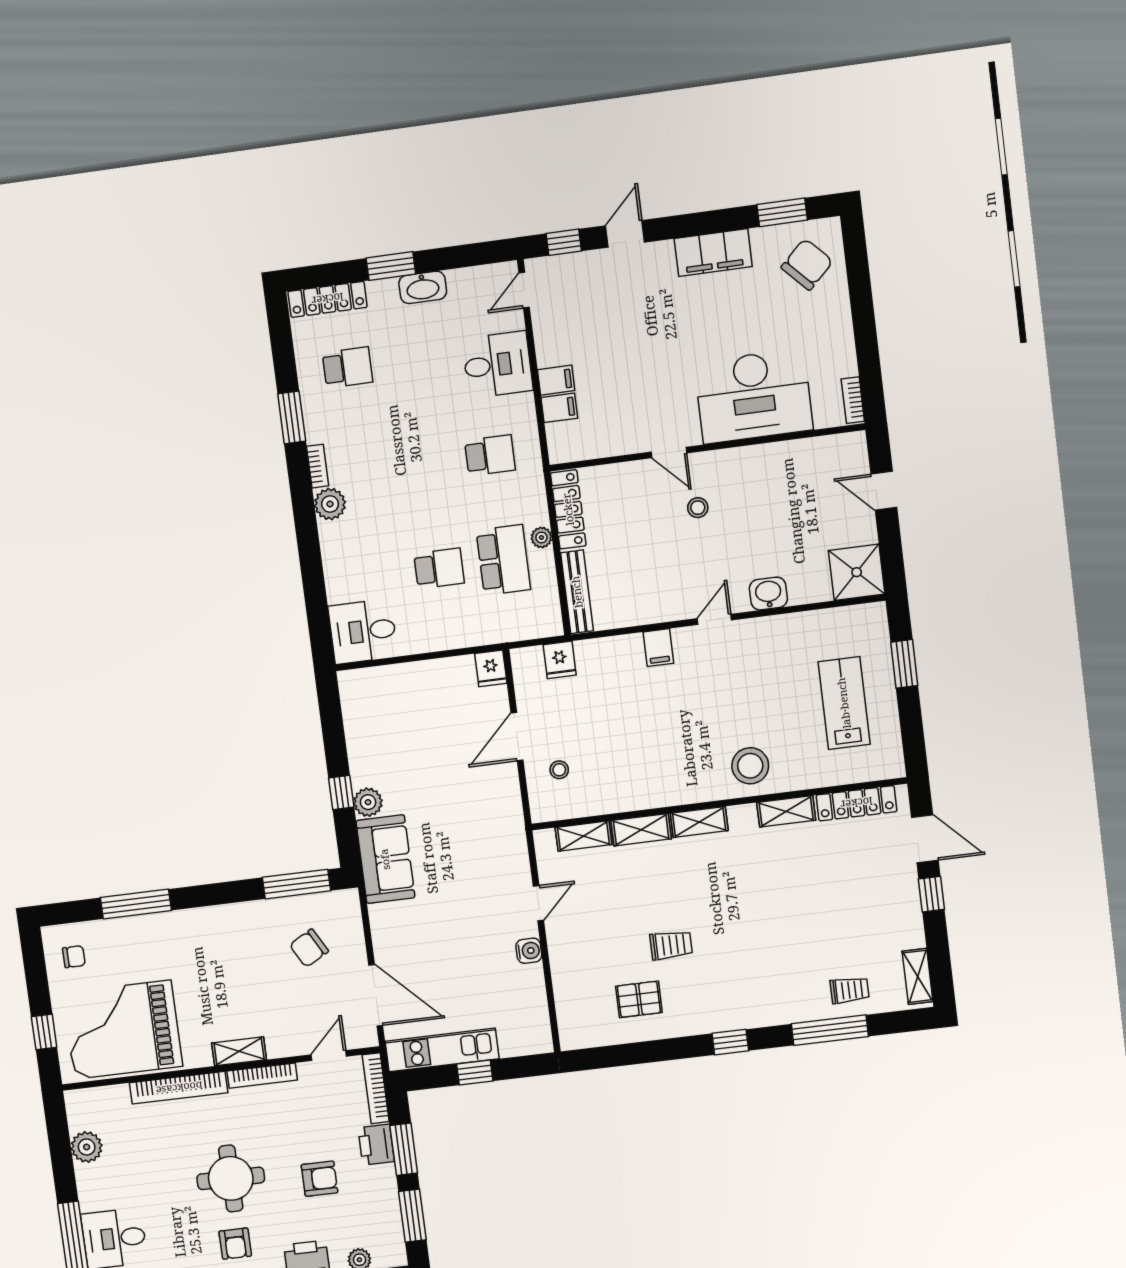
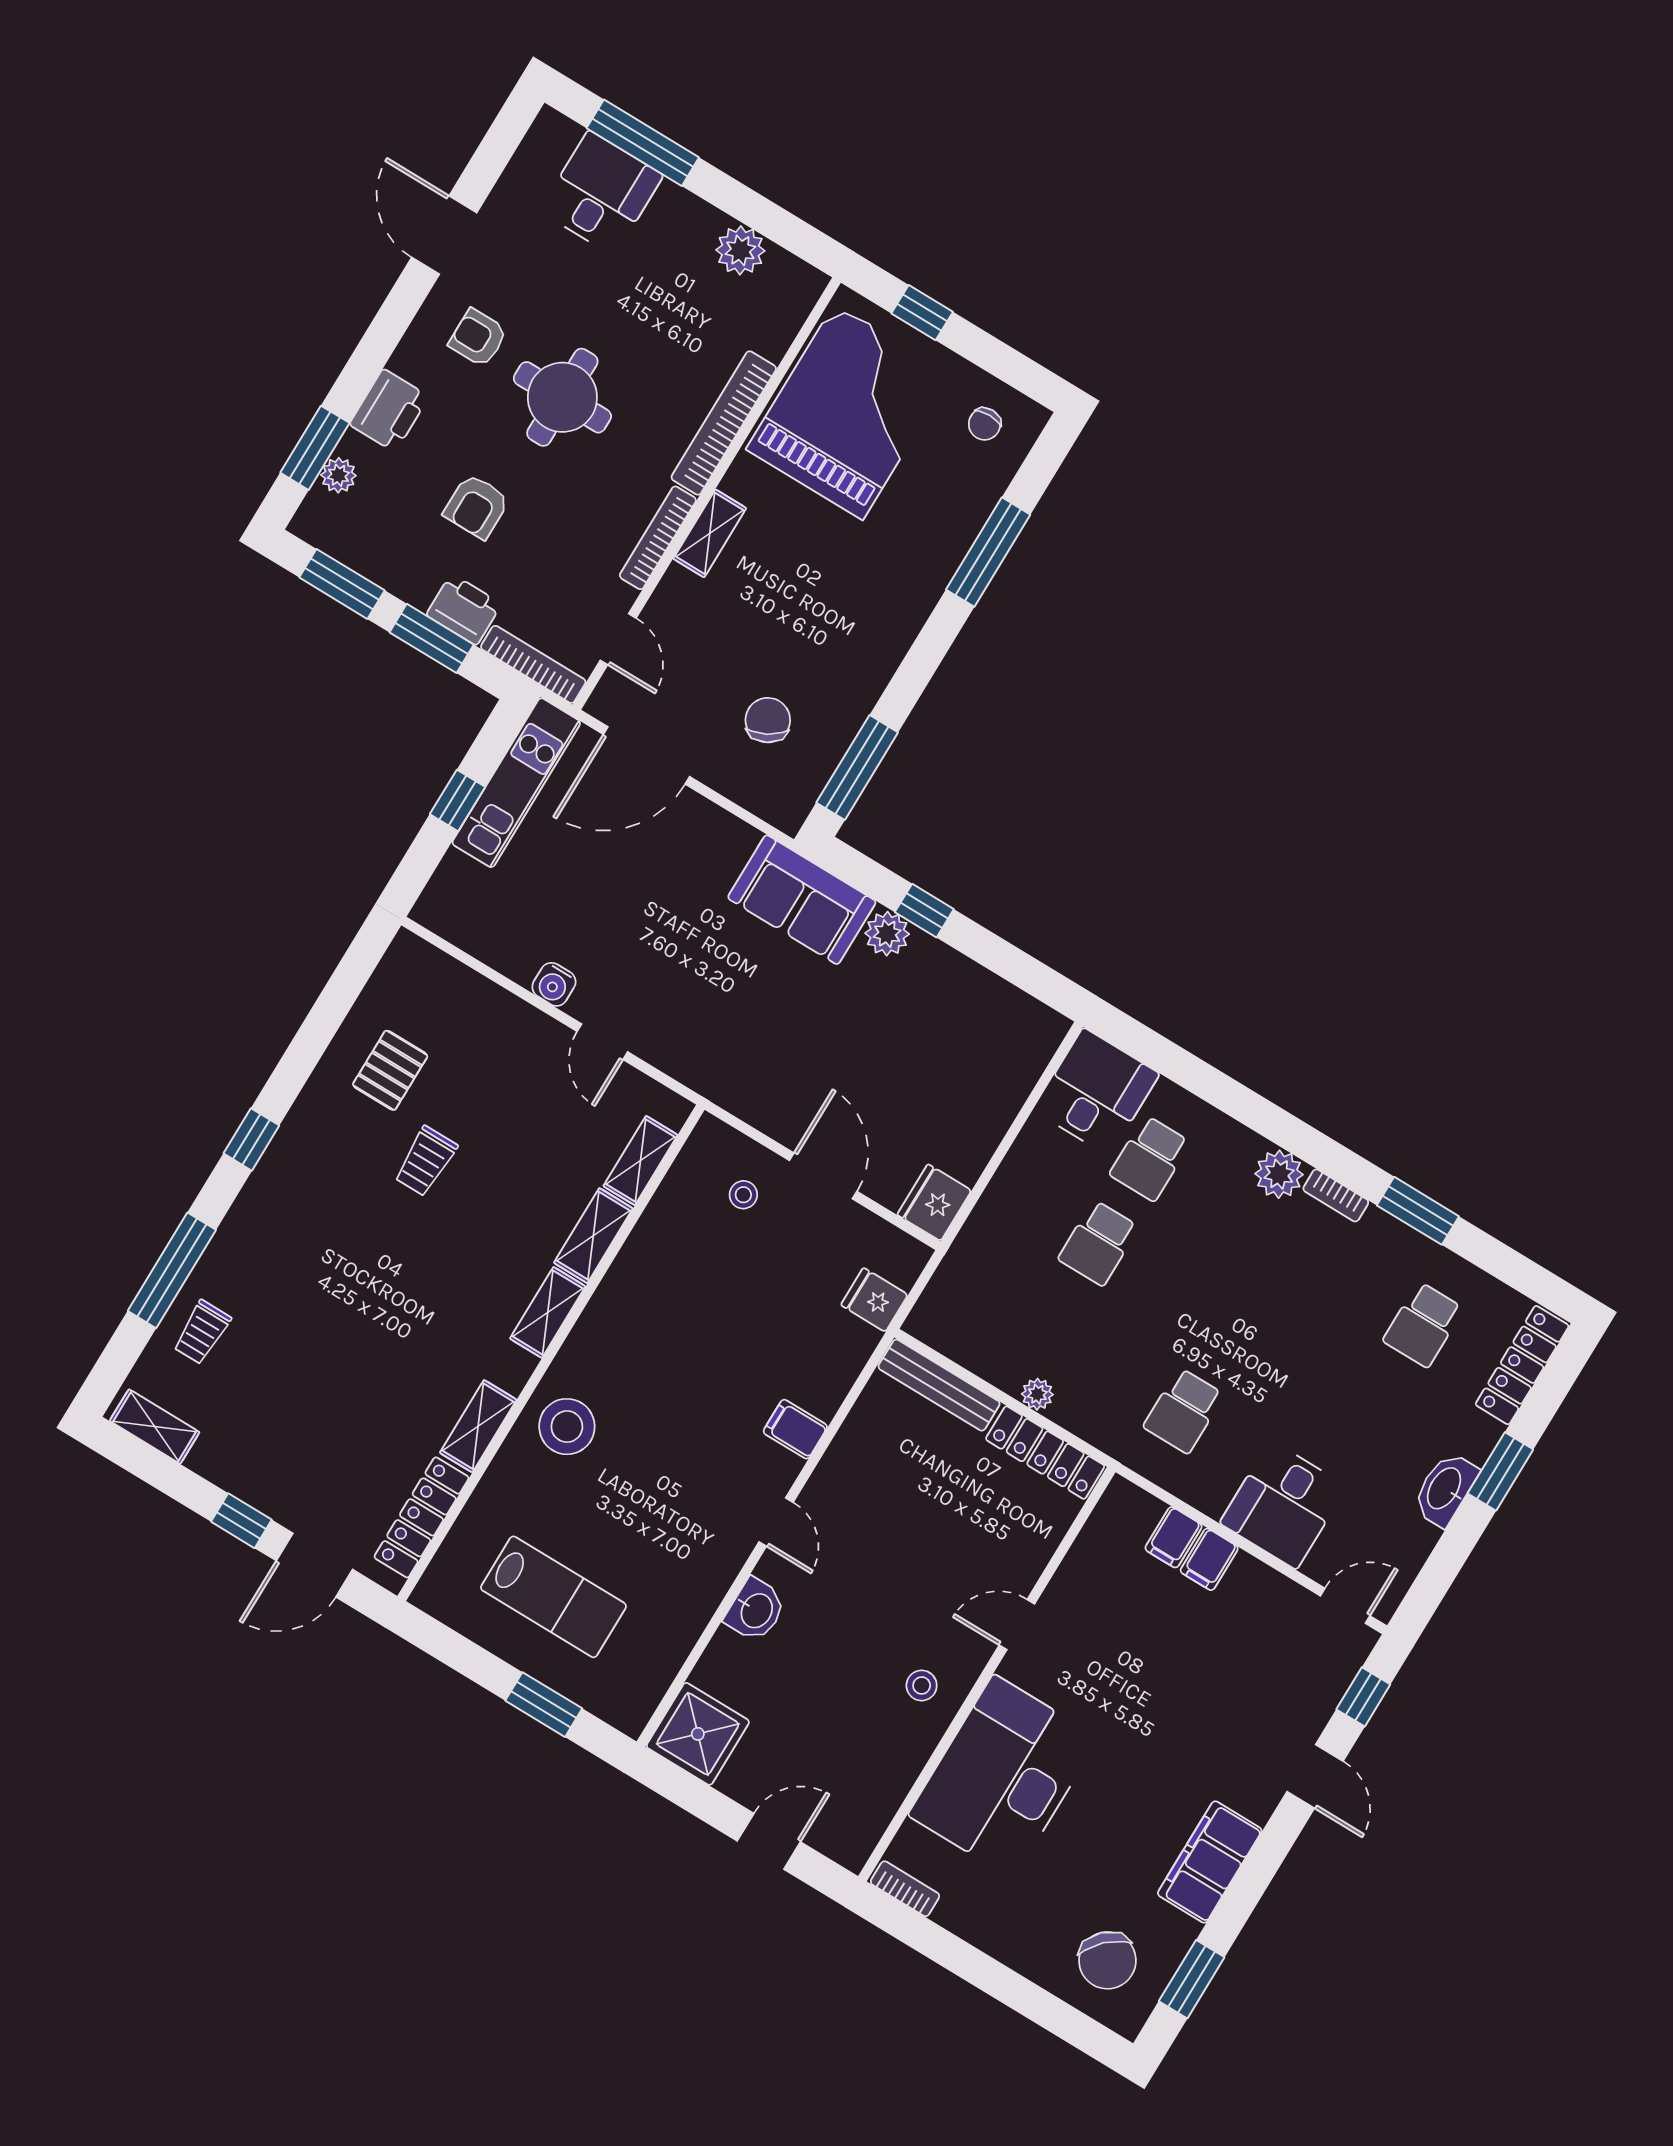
door: (524, 290) -> (1345, 1606), hinge flipped
stool: (698, 508) -> (922, 1685), moved
school desk: (503, 560) -> (1150, 1158), moved, width x0.54
fridge: (491, 668) -> (934, 1203), width x1.38

